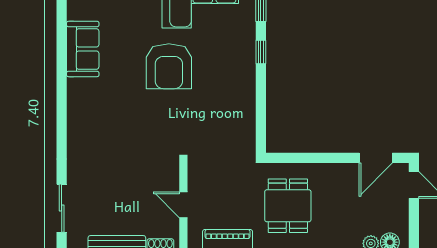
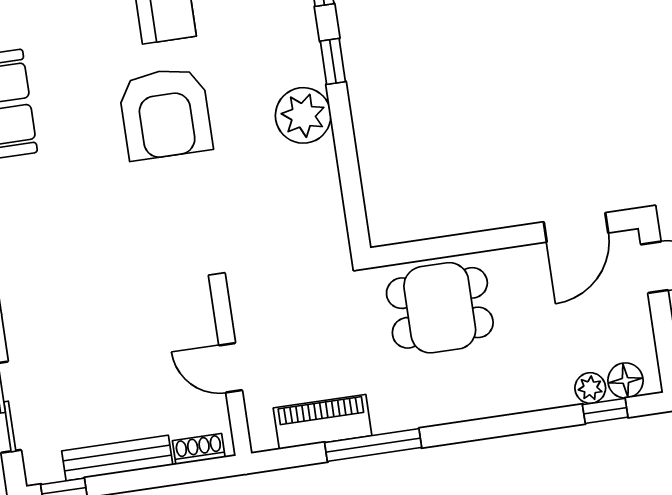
plant: (241, 78) -> (303, 115), added
dining table: (288, 206) -> (440, 308), moved, turned 90

